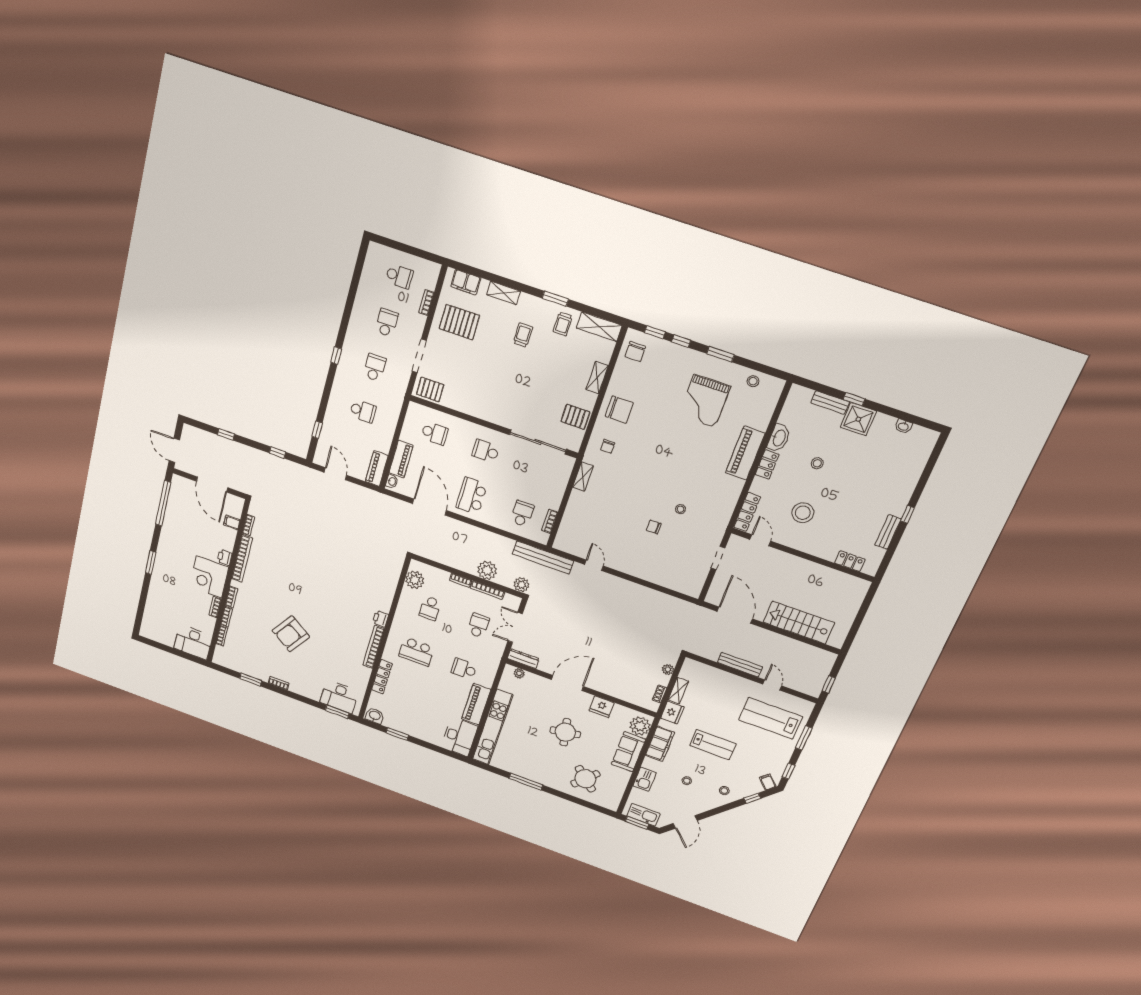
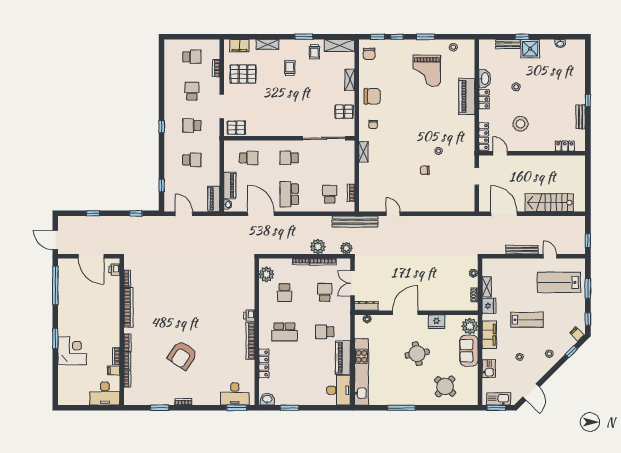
school desk: (375, 367) -> (192, 126), turned -90
filing cabinet: (232, 522) -> (114, 370), moved
printer: (225, 557) -> (114, 270), moved
corner desk: (209, 577) -> (72, 351), moved, turned 180

